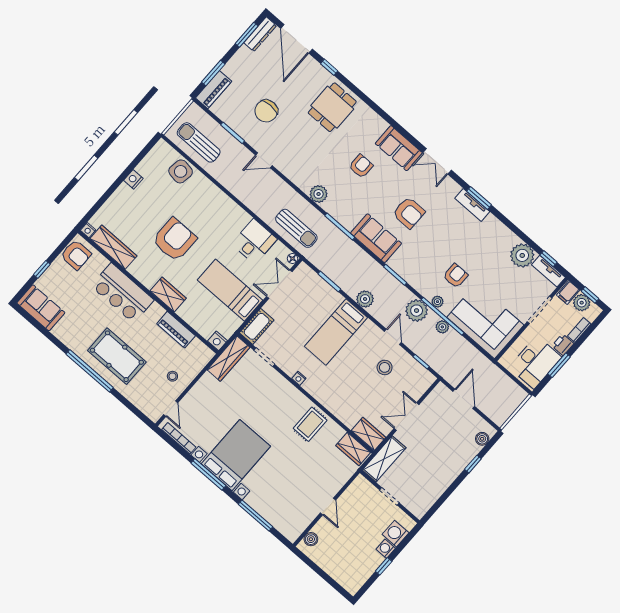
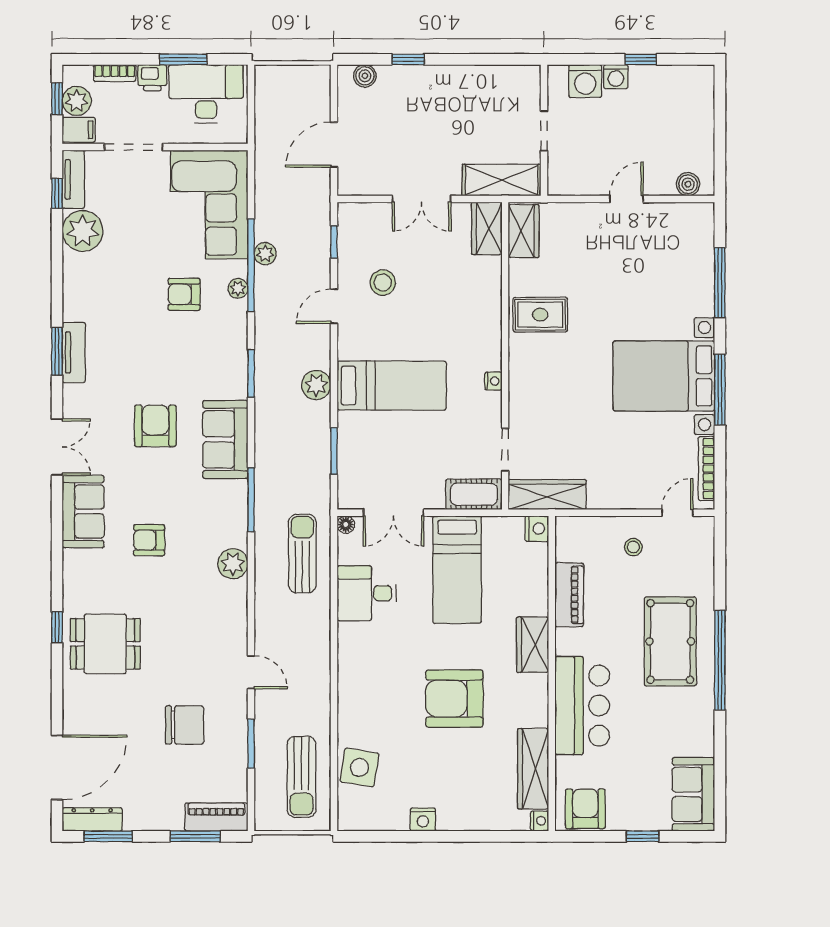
window: (329, 67) -> (57, 627), moved
plant: (417, 311) -> (273, 305), removed

